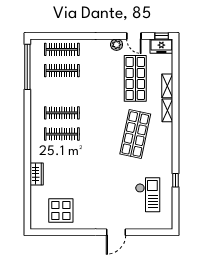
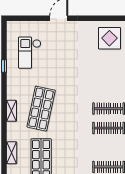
shelving: (167, 110) -> (12, 111), moved

